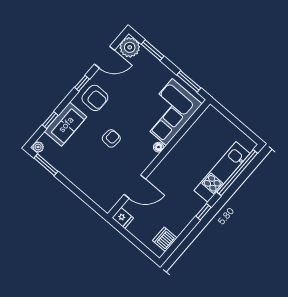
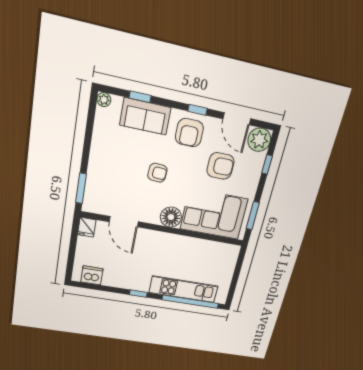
window: (153, 50) -> (267, 164), width x0.67
armchair: (133, 87) -> (220, 166), added
floor lamp: (159, 147) -> (171, 217), width x1.89, depth x1.89
window: (46, 165) -> (81, 188), moved

